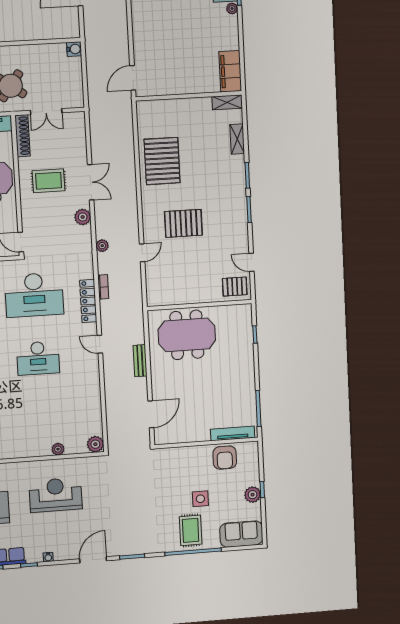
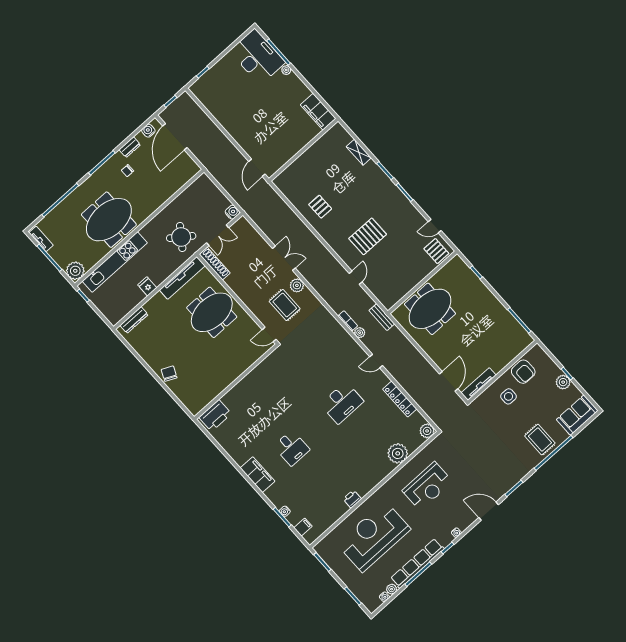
water cooler: (74, 49) -> (232, 212), moved
shelving: (227, 102) -> (332, 134), removed
pallet: (162, 161) -> (320, 207), width x0.49, depth x0.50
rug: (49, 181) -> (285, 305), moved, turned 90
plant: (102, 246) -> (360, 333), moved
pallet: (235, 287) -> (436, 251), turned 90
desk: (34, 295) -> (306, 362), removed
locker: (88, 301) -> (400, 399), moved
bench: (140, 361) -> (382, 317), moved
tv unit: (233, 433) -> (479, 384), moved
plant: (58, 449) -> (398, 453), width x1.88, depth x1.88
reception desk: (56, 495) -> (427, 486), turned 180
side table: (200, 499) -> (509, 396), moved
door: (93, 560) -> (489, 511), hinge flipped

